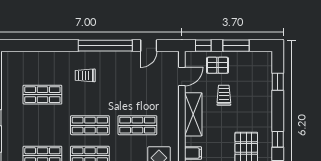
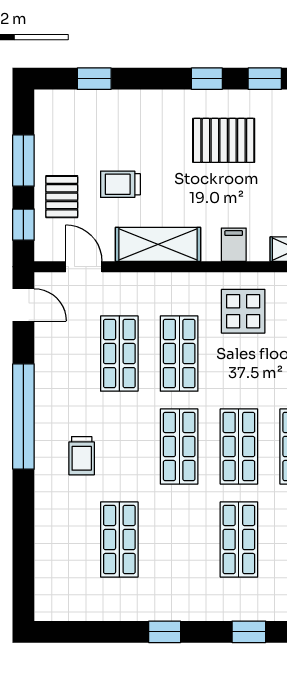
door: (149, 46) -> (23, 305), moved
shop shelf: (137, 95) -> (119, 354), added

